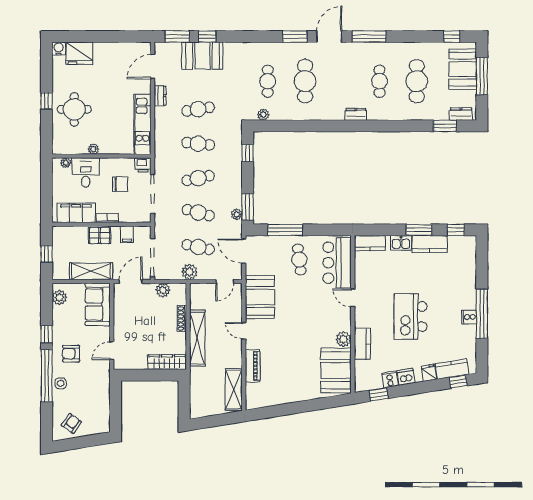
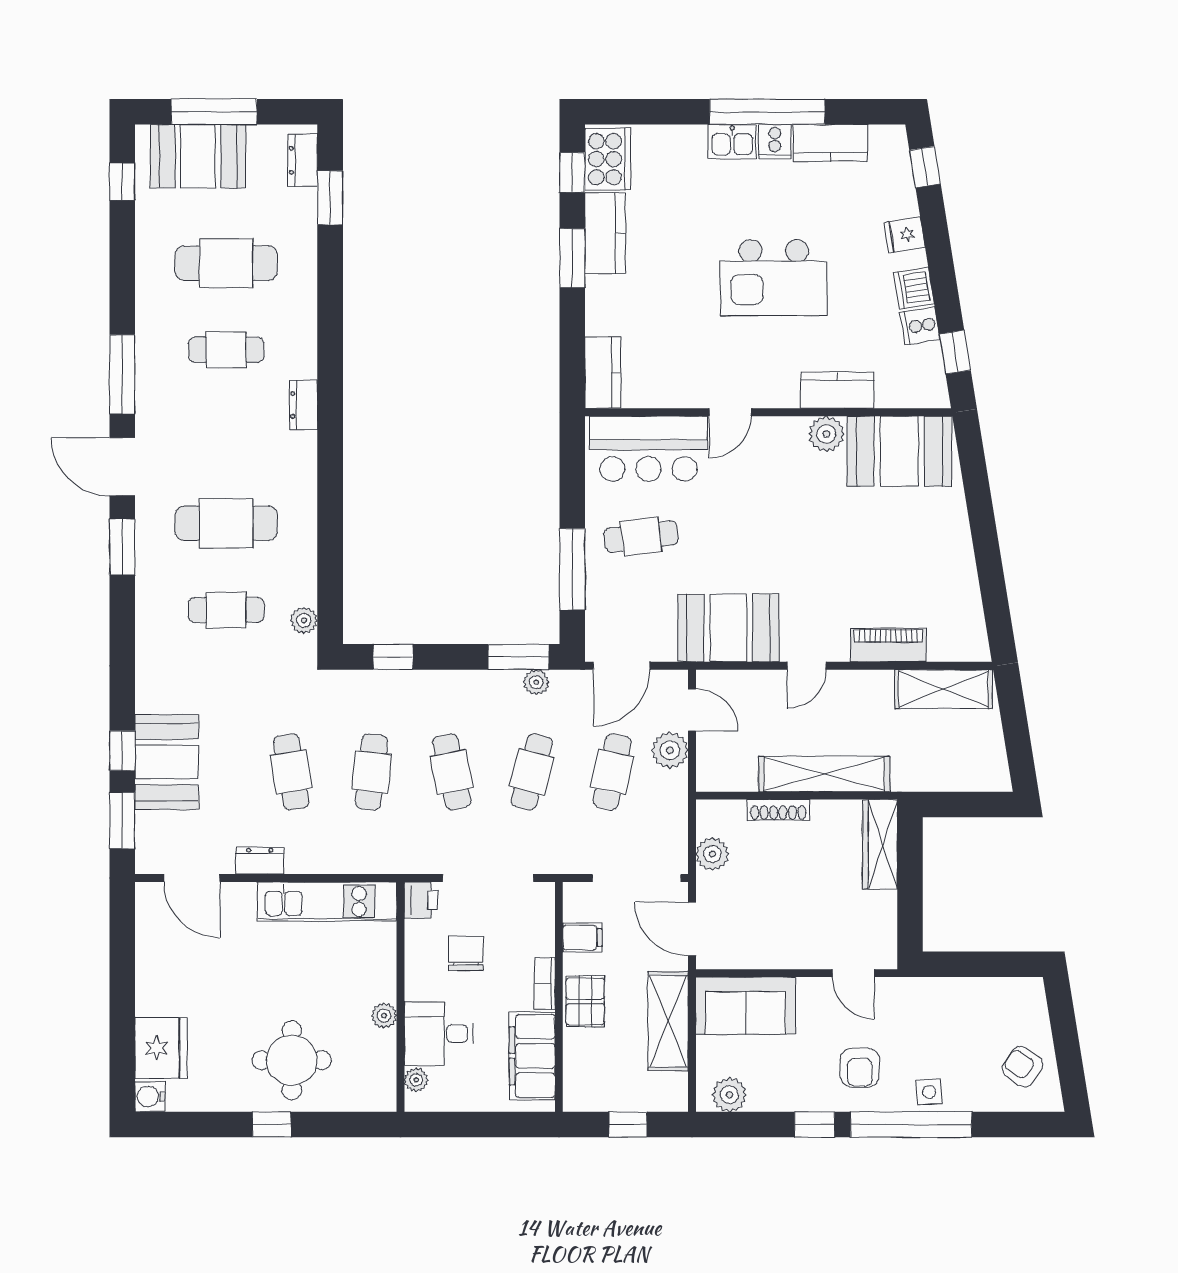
kitchen sink: (401, 243) -> (732, 142), moved, turned 90
cooker: (461, 245) -> (608, 159), added
plant: (189, 272) -> (670, 750), moved
kitchen counter: (452, 369) -> (831, 143), moved, turned -81

